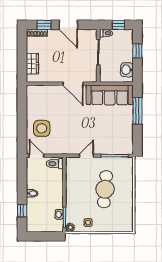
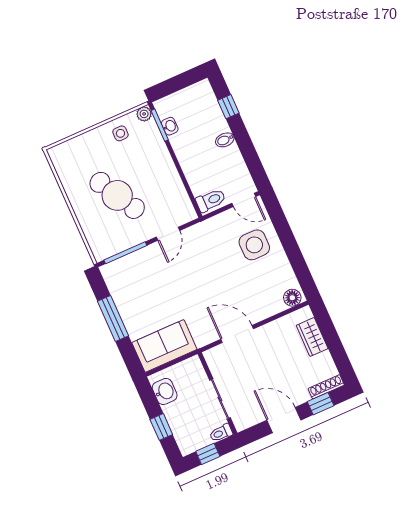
floor lamp: (34, 90) -> (292, 298), added
sofa: (110, 95) -> (164, 346), width x0.73
window: (137, 111) -> (113, 318), moved
cafe table: (105, 189) -> (117, 195), turned -34

